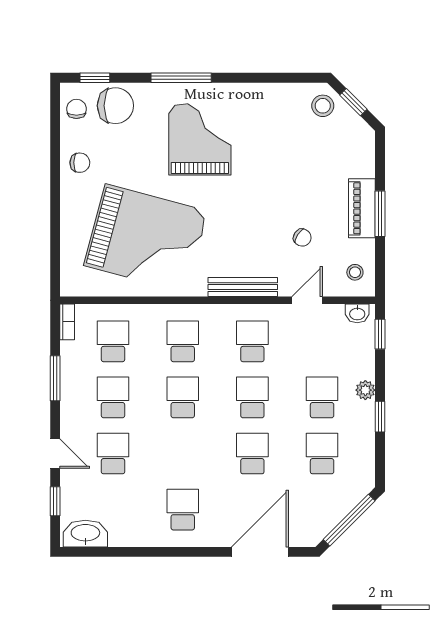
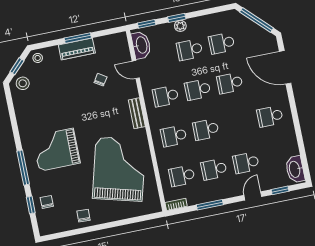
window: (95, 78) -> (31, 205), moved
chair: (115, 106) -> (47, 202), width x0.54, depth x0.54
chair: (76, 109) -> (53, 224), removed
stool: (355, 272) -> (38, 58), moved
bench: (243, 287) -> (137, 113), width x0.73
washbasin: (357, 313) -> (141, 45), width x1.91, depth x1.45
window: (380, 417) -> (177, 18), moved

